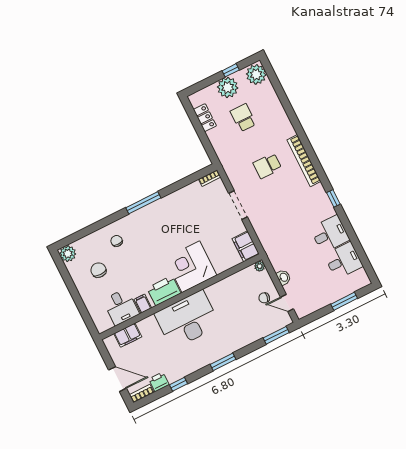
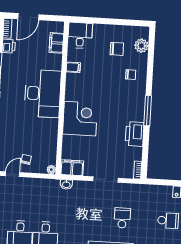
plant: (68, 254) -> (141, 46), moved
washbasin: (284, 277) -> (66, 184), moved
printer: (164, 291) -> (135, 134), moved, turned 180
desk: (121, 307) -> (80, 35), moved, turned 90

